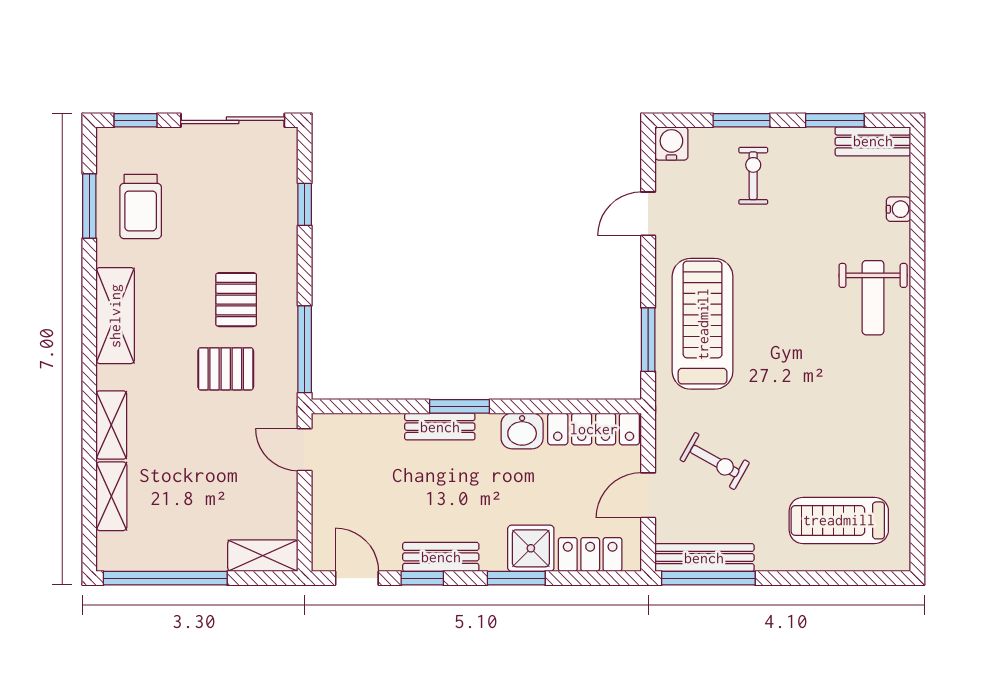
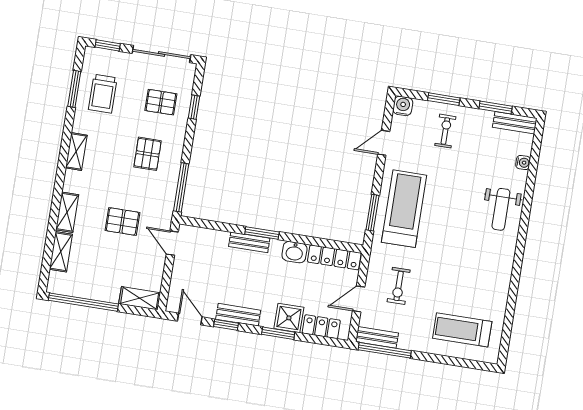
pallet: (245, 205) -> (161, 102), added
shelving: (115, 316) -> (76, 151), width x0.67, depth x0.75
pallet: (226, 369) -> (122, 221), moved
exercise bike: (715, 461) -> (399, 286), turned 61
bench: (704, 558) -> (377, 337), width x0.73

